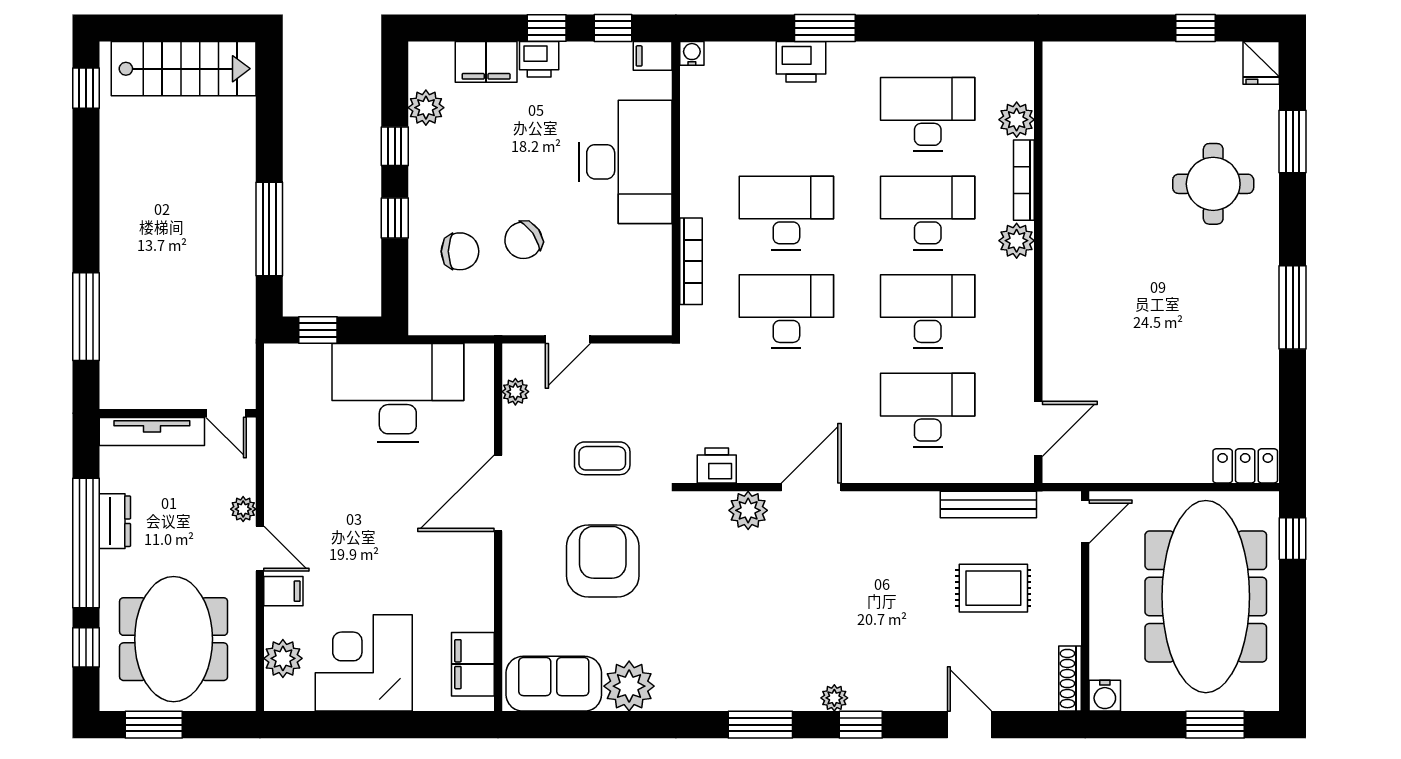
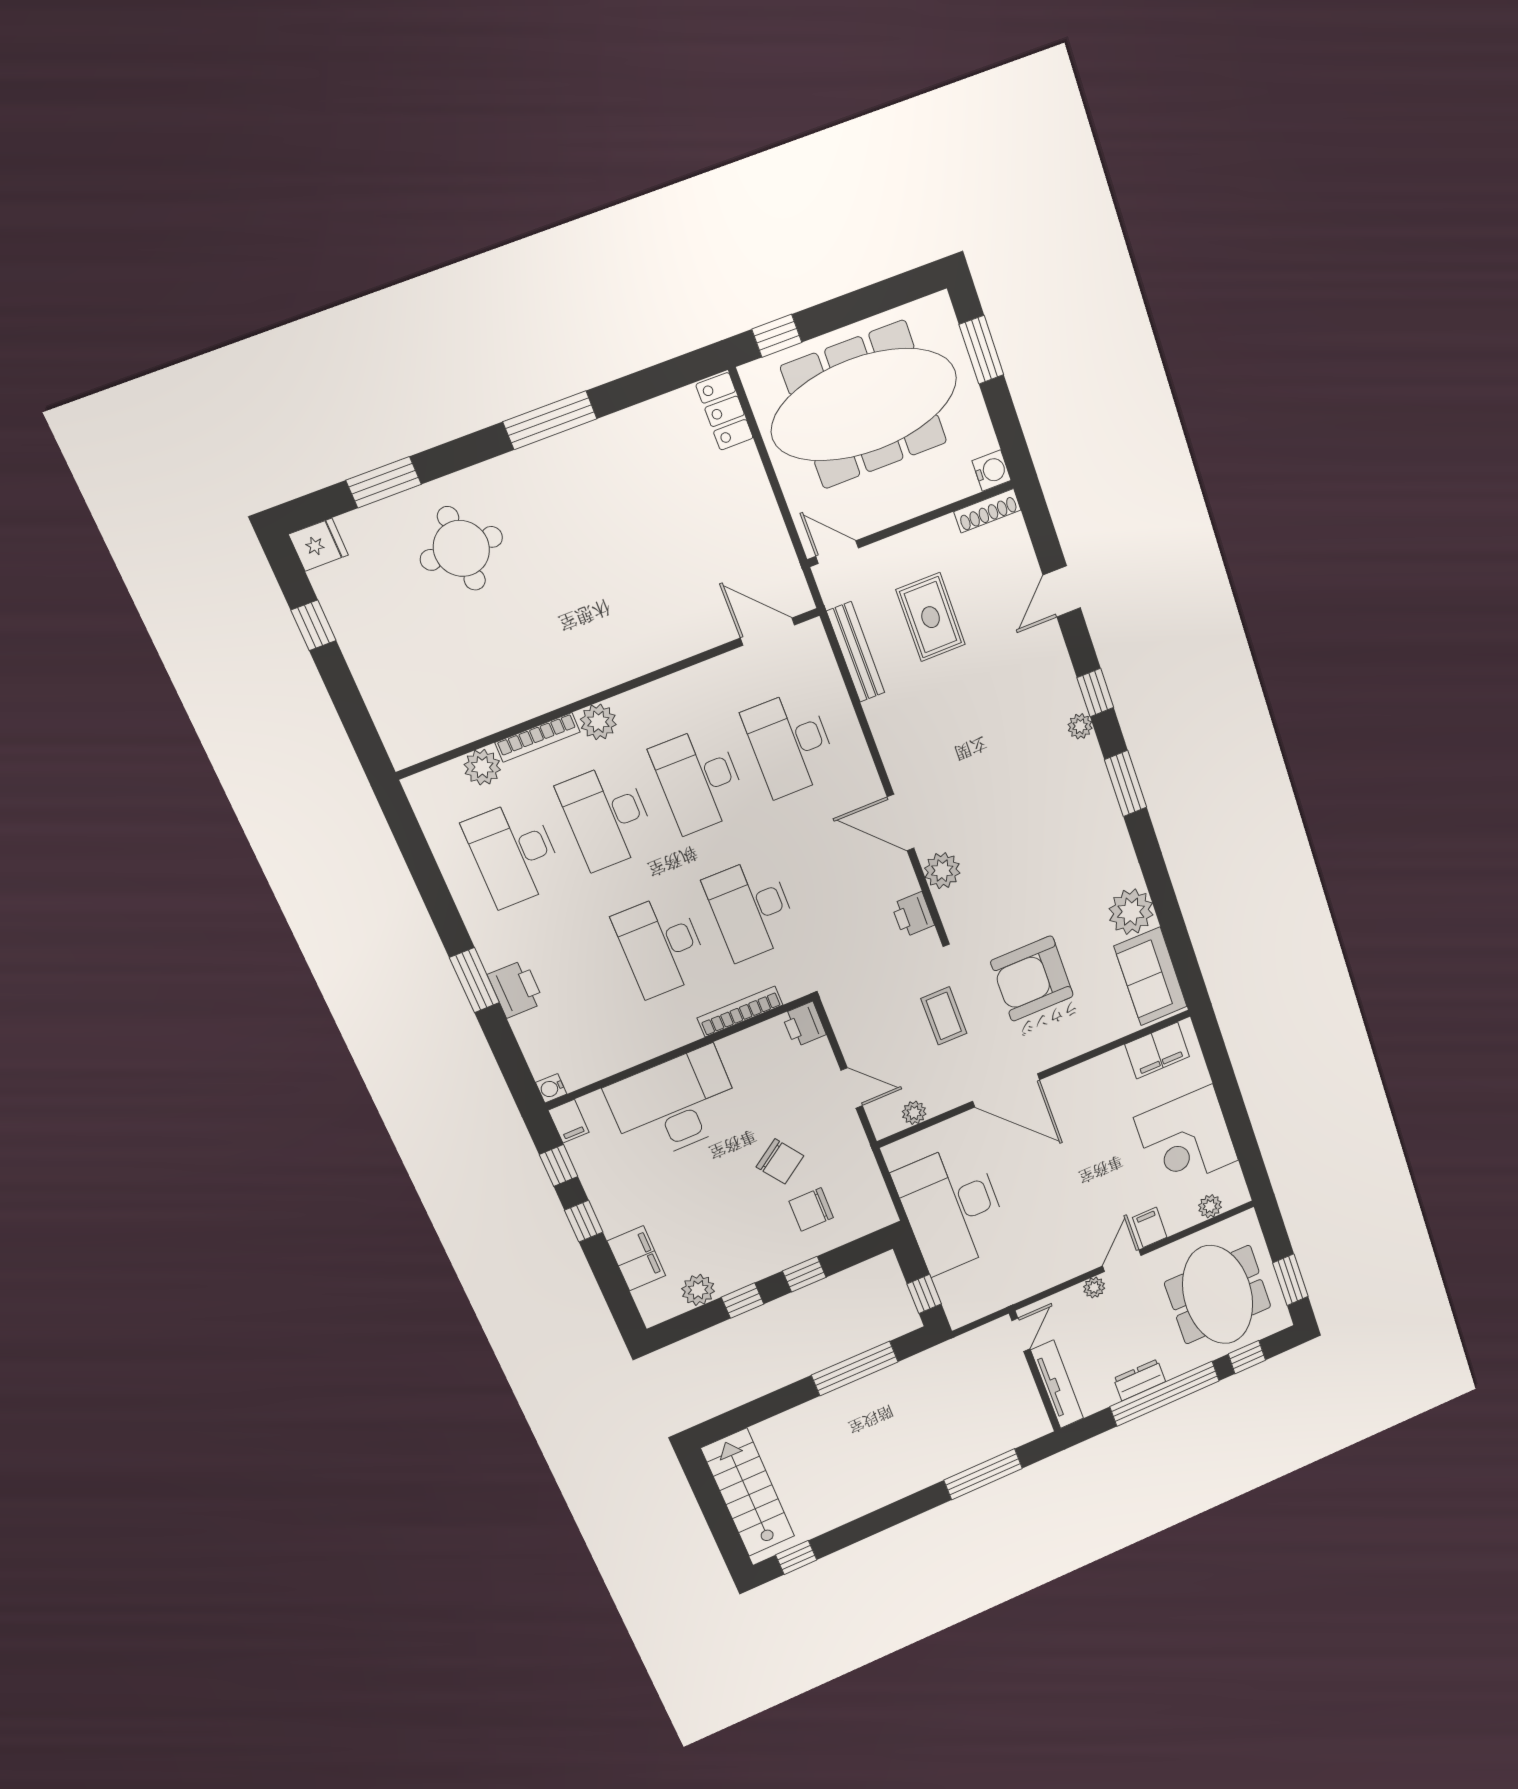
printer: (539, 59) -> (804, 1024), moved, turned 180
chair: (460, 251) -> (811, 1209), turned -90
meeting table: (174, 639) -> (1218, 1295), turned 90
plant: (283, 658) -> (1210, 1206), width x0.73, depth x0.73

